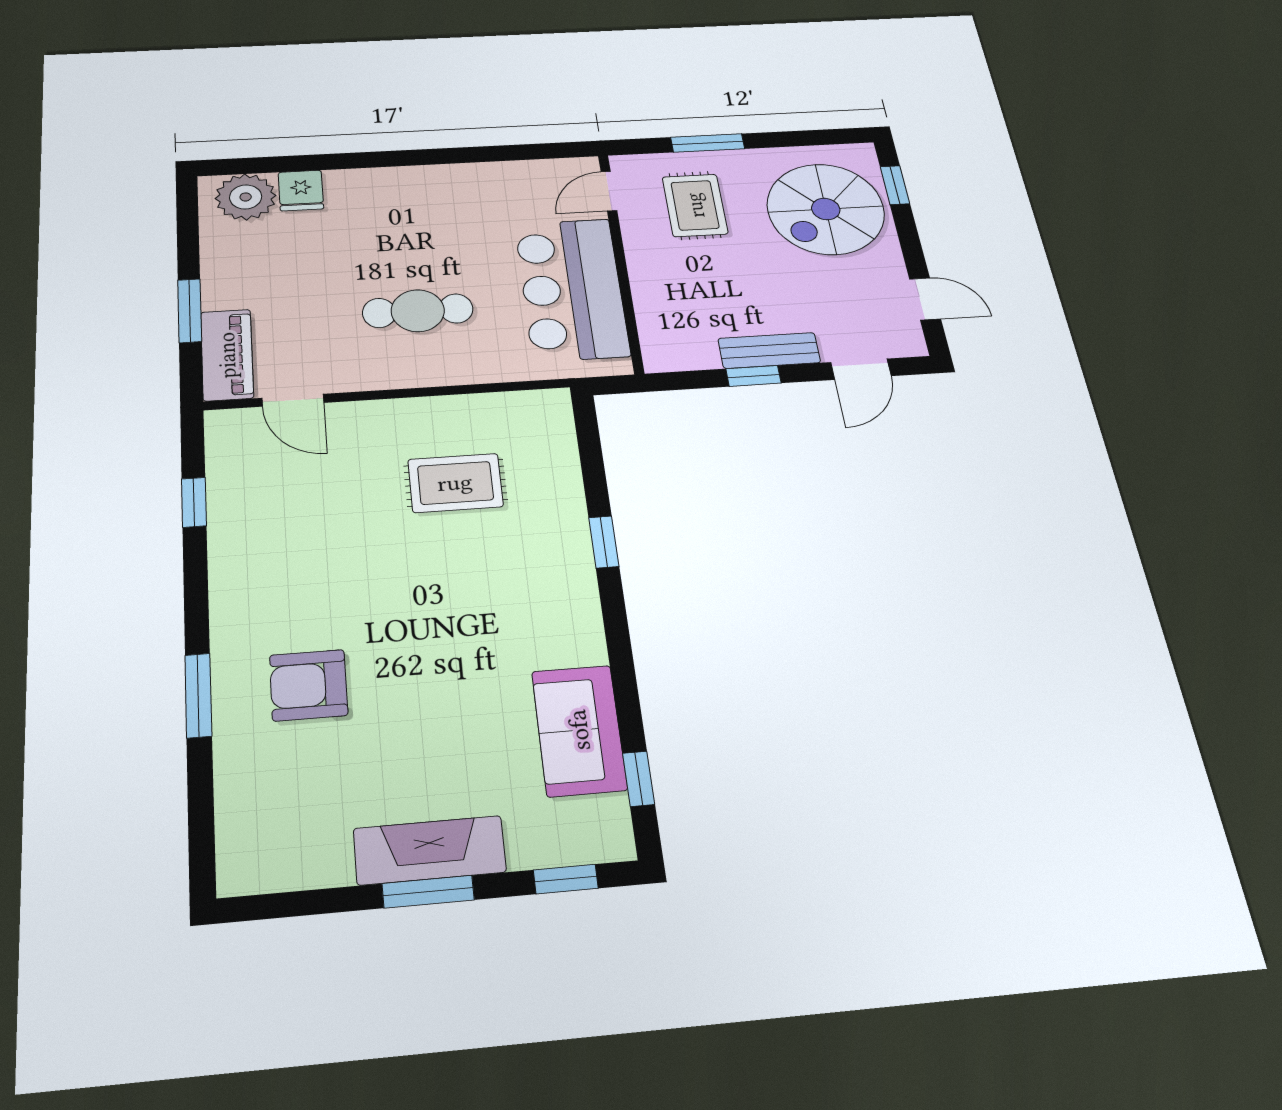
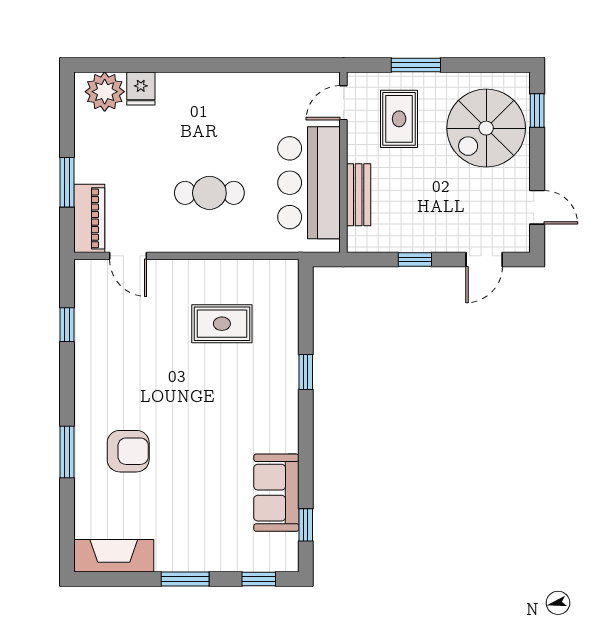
bench: (769, 351) -> (359, 195), moved, turned 90
armchair: (309, 685) -> (128, 451), turned 180
fireplace: (430, 850) -> (114, 556), moved

